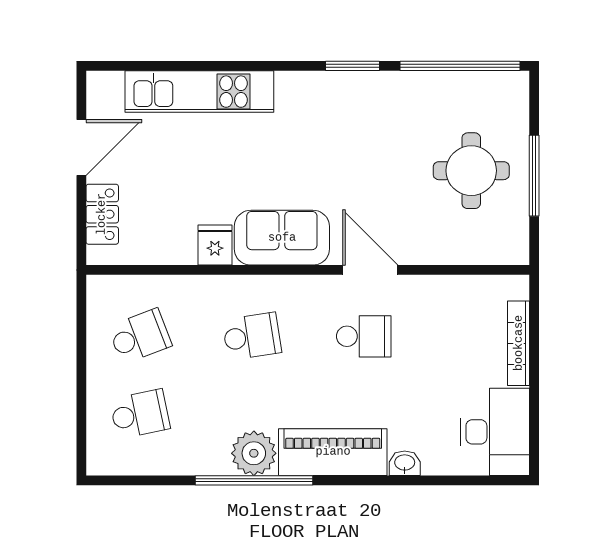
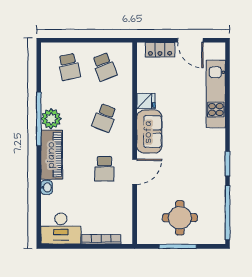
school desk: (252, 336) -> (104, 118), turned 30

